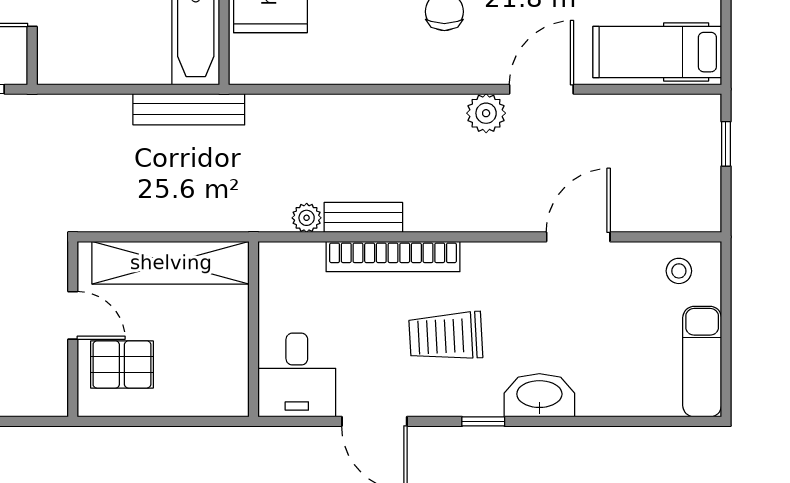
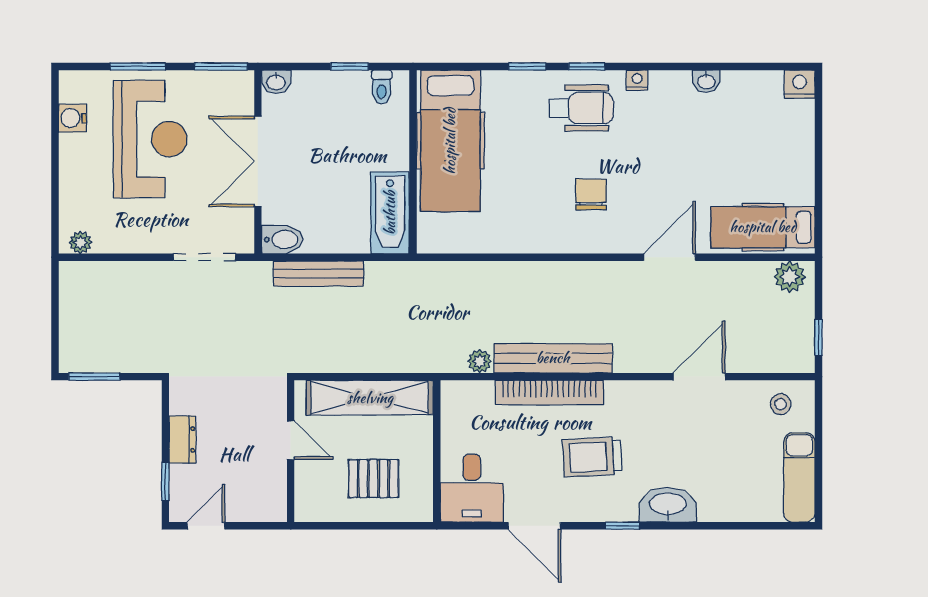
bidet: (62, 67) -> (282, 239), added
bench: (189, 109) -> (318, 274), moved
plant: (486, 113) -> (790, 277), moved
window: (726, 144) -> (819, 337), moved
bench: (363, 217) -> (553, 358), width x1.86, depth x1.21
pallet: (122, 364) -> (374, 479), moved

